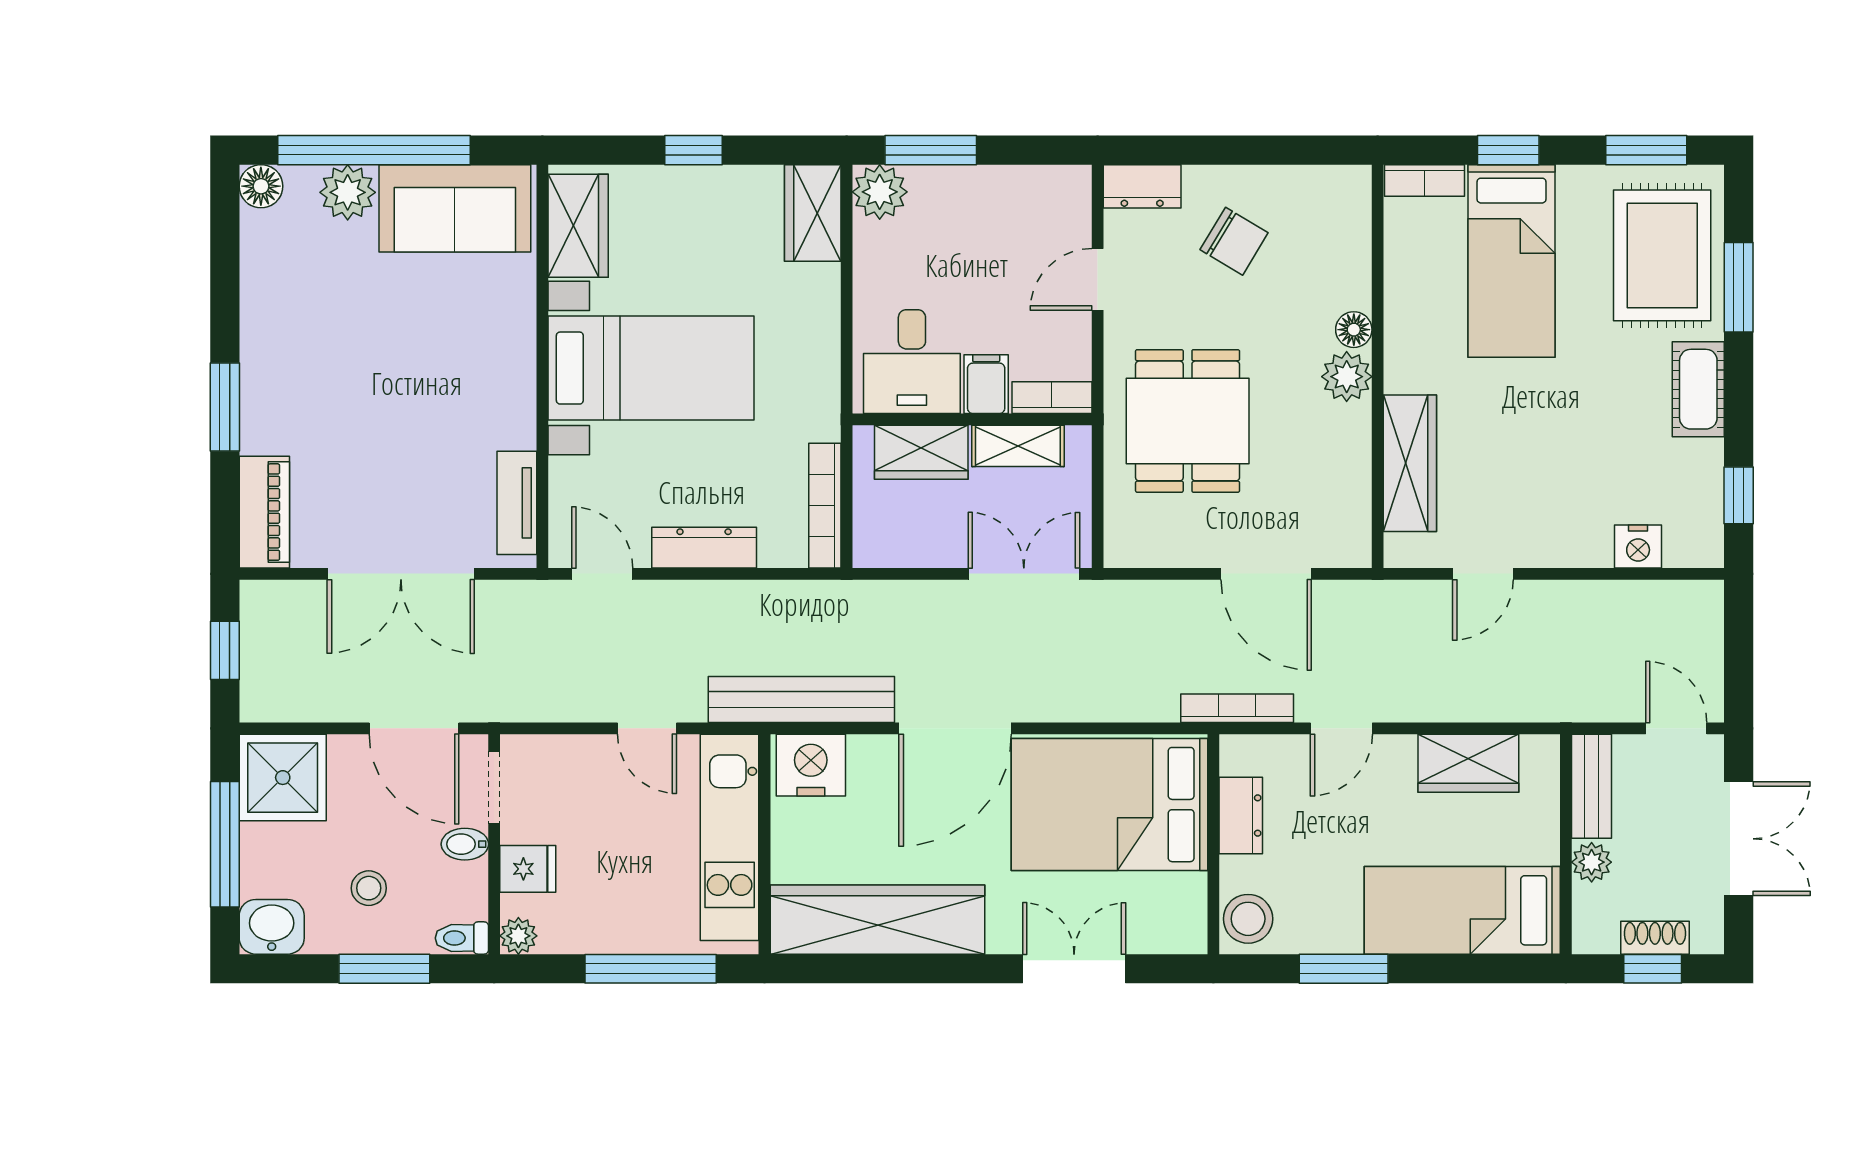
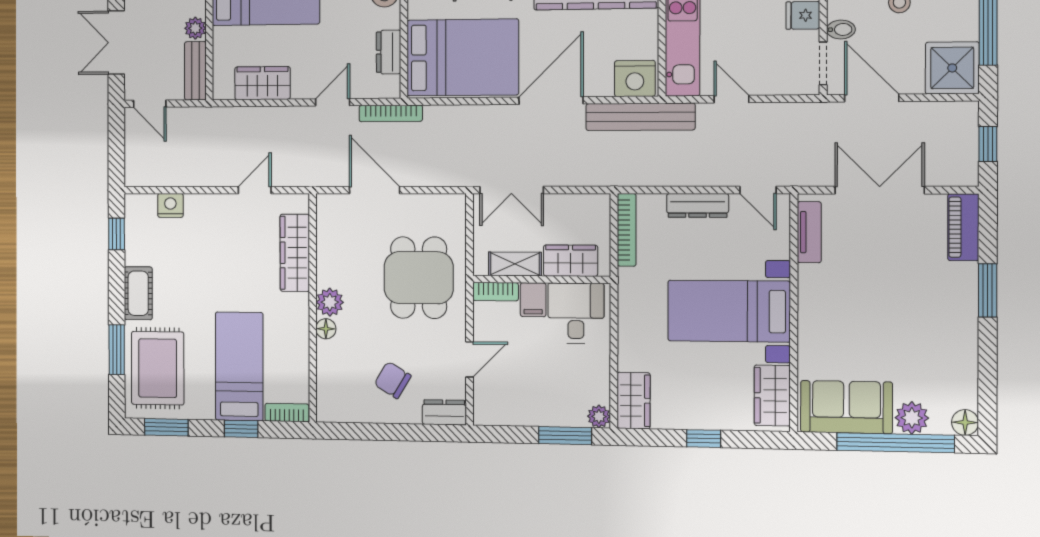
plant: (880, 192) -> (599, 416), width x0.73, depth x0.73

